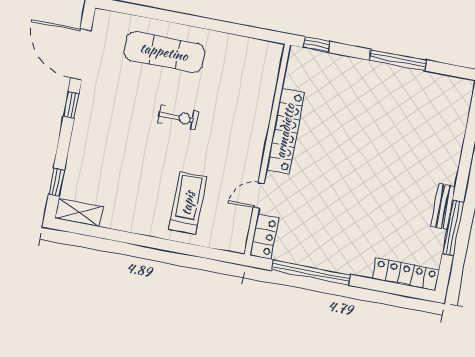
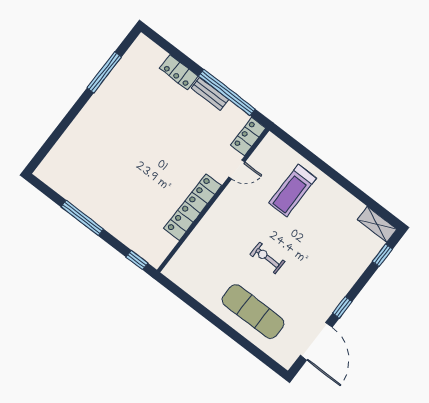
bench: (443, 206) -> (210, 94), moved, turned 90
locker: (406, 274) -> (179, 72), moved, width x0.66

